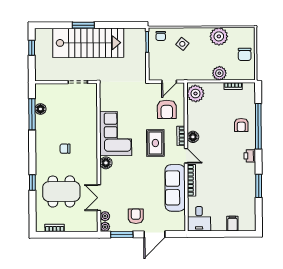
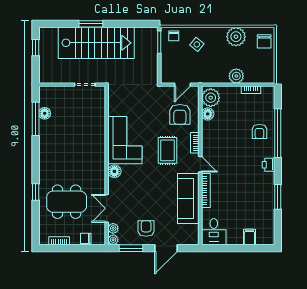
chair: (245, 54) -> (264, 41), moved
floor lamp: (193, 137) -> (208, 114), moved
chair: (65, 149) -> (86, 238), moved

